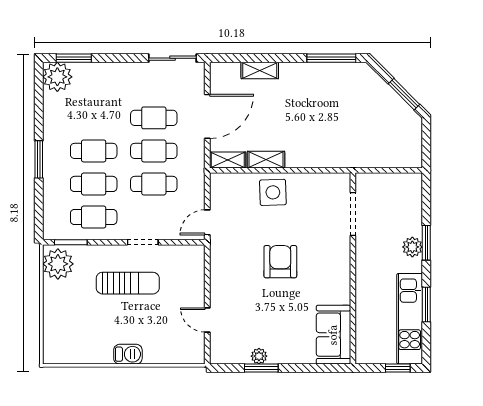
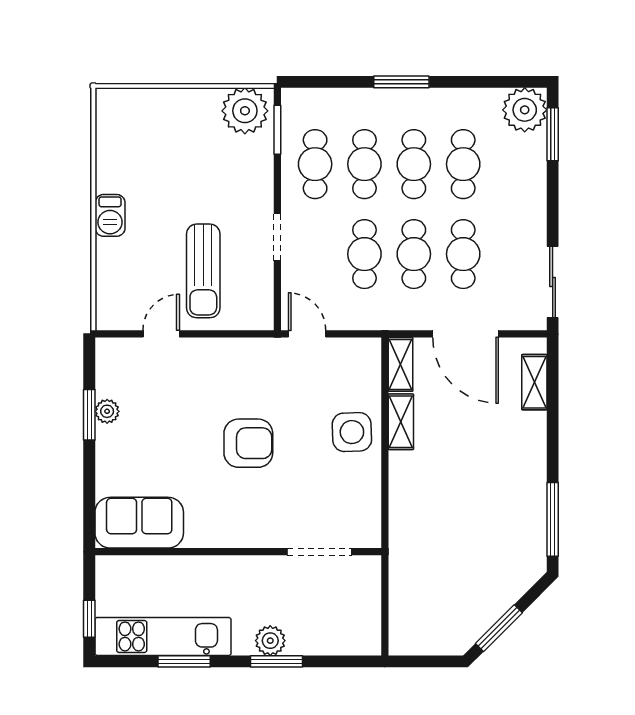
shelving: (260, 70) -> (534, 382), moved
cafe table: (94, 118) -> (463, 164), added
sun lounger: (128, 283) -> (203, 271), moved

